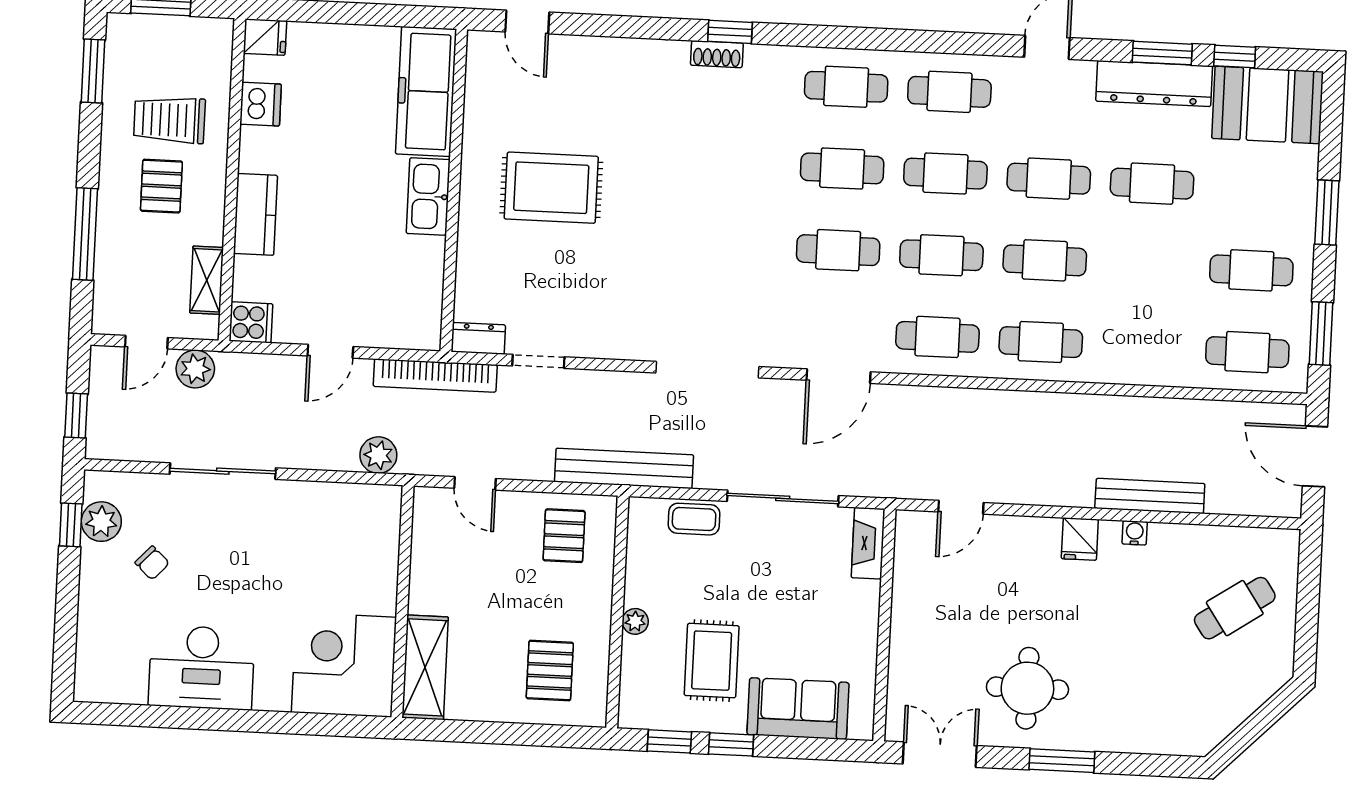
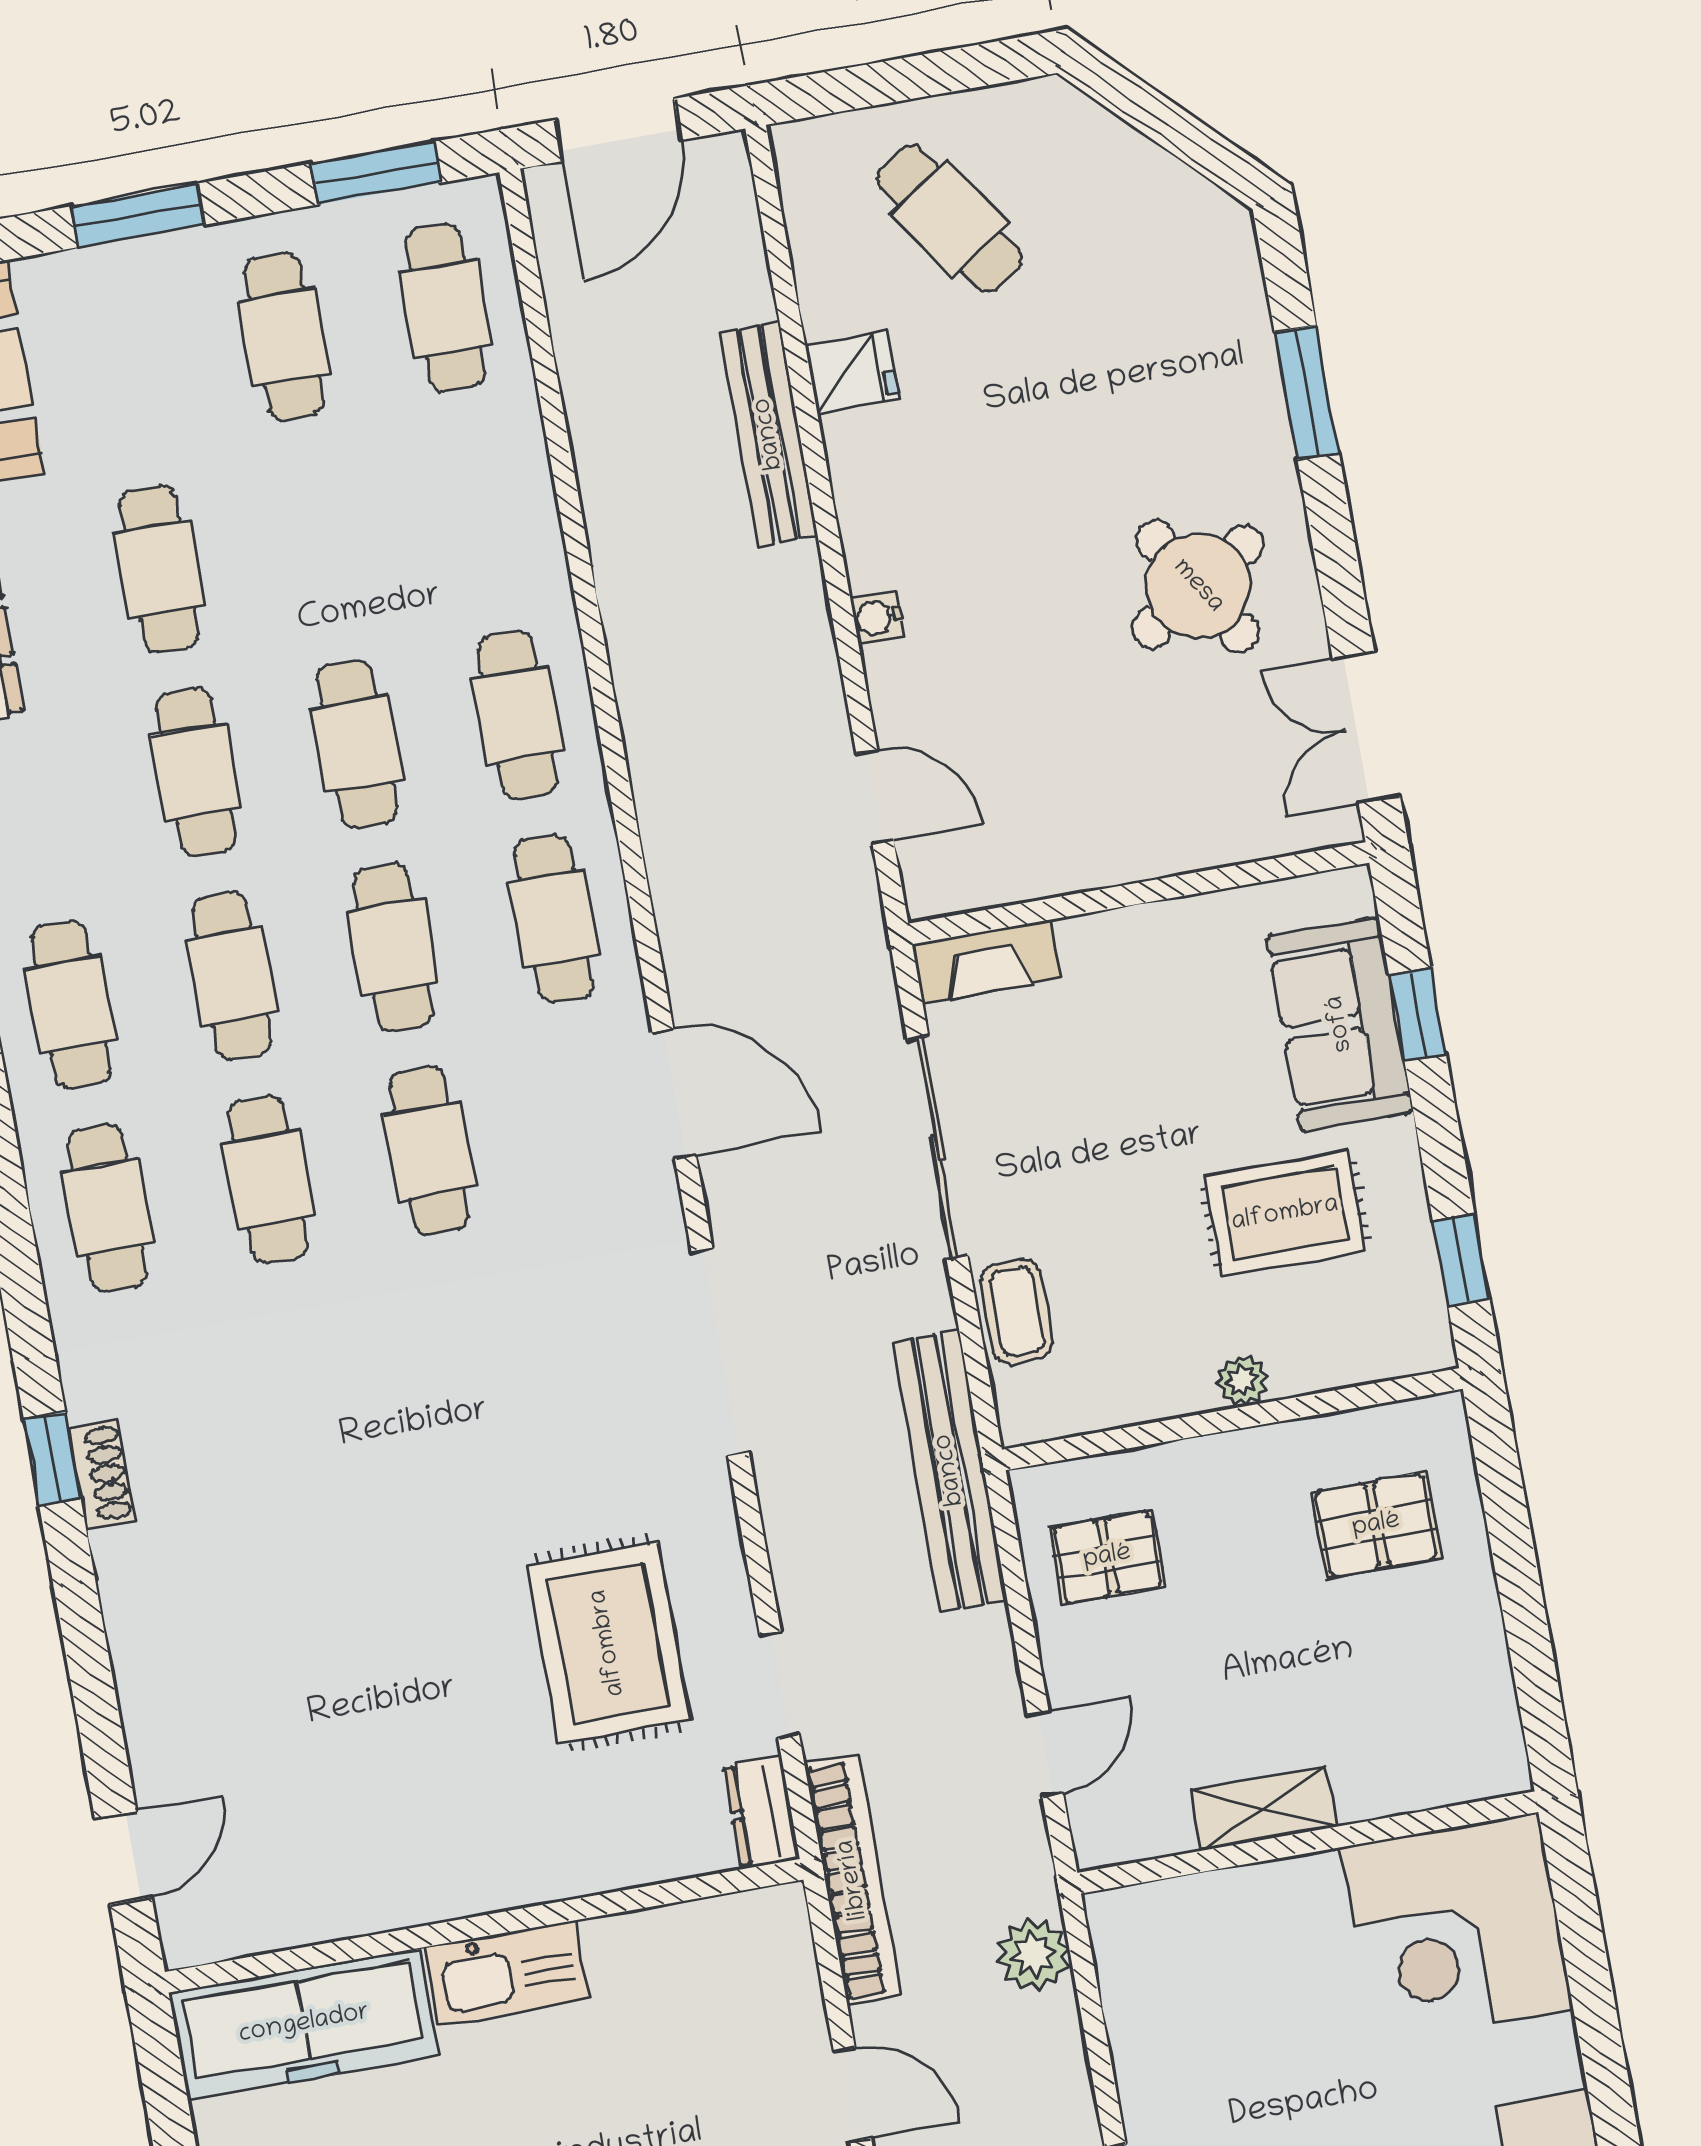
rug: (551, 188) -> (608, 1643), moved
water cooler: (1135, 533) -> (878, 617), moved
fridge: (1080, 539) -> (852, 372), moved
shelving: (425, 667) -> (1264, 1808), moved, width x0.67, depth x0.75
round table: (1027, 688) -> (1198, 586), turned -32
window: (731, 744) -> (1417, 1014), moved
window: (1062, 761) -> (1307, 392), moved

